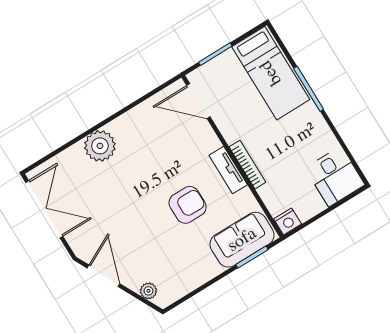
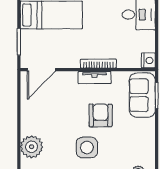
side table: (139, 212) -> (87, 148), added

